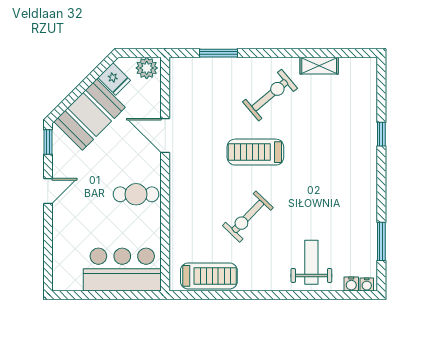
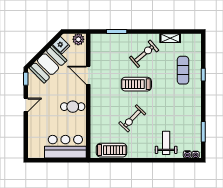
exercise mat: (343, 126) -> (183, 70), added

